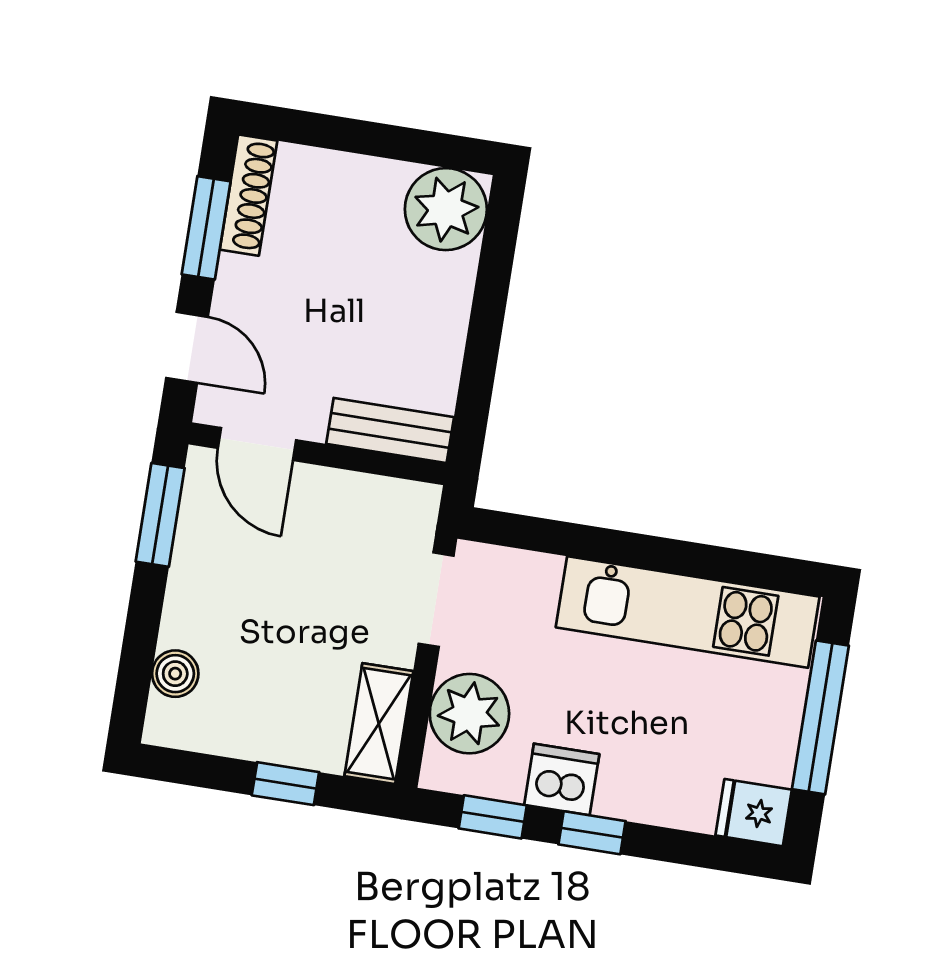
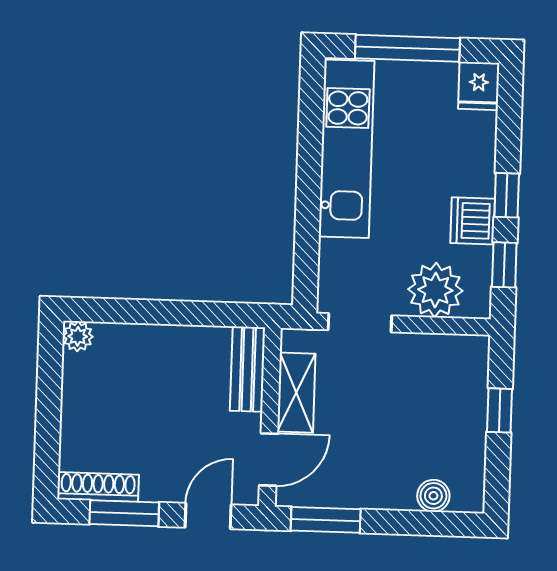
plant: (446, 209) -> (78, 336), width x0.53, depth x0.53
shelving: (379, 724) -> (296, 393), moved, turned 90

